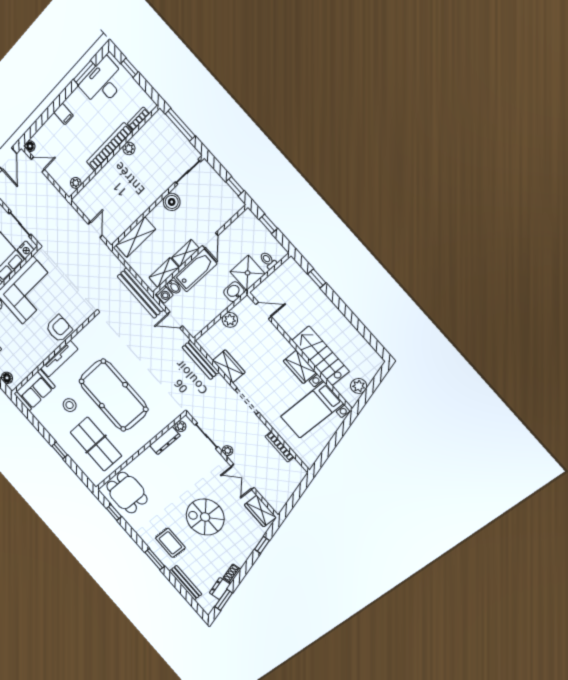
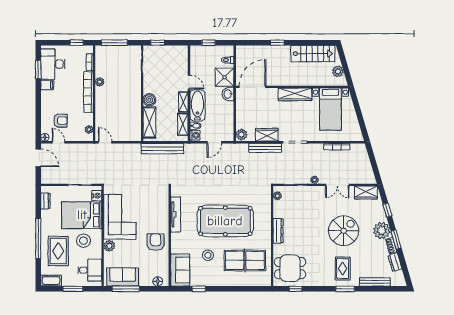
window: (129, 68) -> (77, 43), moved
filing cabinet: (64, 114) -> (47, 85), moved
armchair: (58, 146) -> (60, 121), added
door: (38, 164) -> (59, 142), hinge flipped
window: (235, 186) -> (158, 43), moved
boiler: (172, 202) -> (149, 100), moved
door: (95, 230) -> (105, 142), moved
window: (317, 278) -> (277, 43), moved
bench: (140, 293) -> (162, 149), moved
door: (264, 311) -> (253, 87), width x1.87
plant: (230, 320) -> (241, 135), moved
armchair: (59, 329) -> (156, 242), moved
stairs: (321, 356) -> (313, 54), moved, turned 180
tv unit: (59, 359) -> (176, 214), moved
bench: (201, 360) -> (265, 148), moved
wardrobe: (300, 367) -> (295, 94), width x1.50
dresser: (165, 441) -> (278, 231), moved
window: (60, 450) -> (199, 289), moved
spiral stairs: (205, 517) -> (344, 231), turned 180
rug: (170, 543) -> (343, 269), turned 90
plant: (238, 554) -> (382, 231), added
window: (224, 600) -> (396, 240), moved

